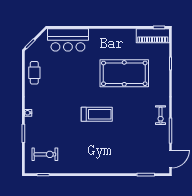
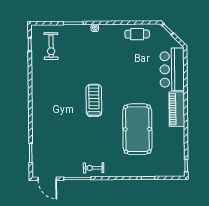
piano: (153, 36) -> (177, 109), moved
treadmill: (97, 114) -> (94, 100), turned 180

